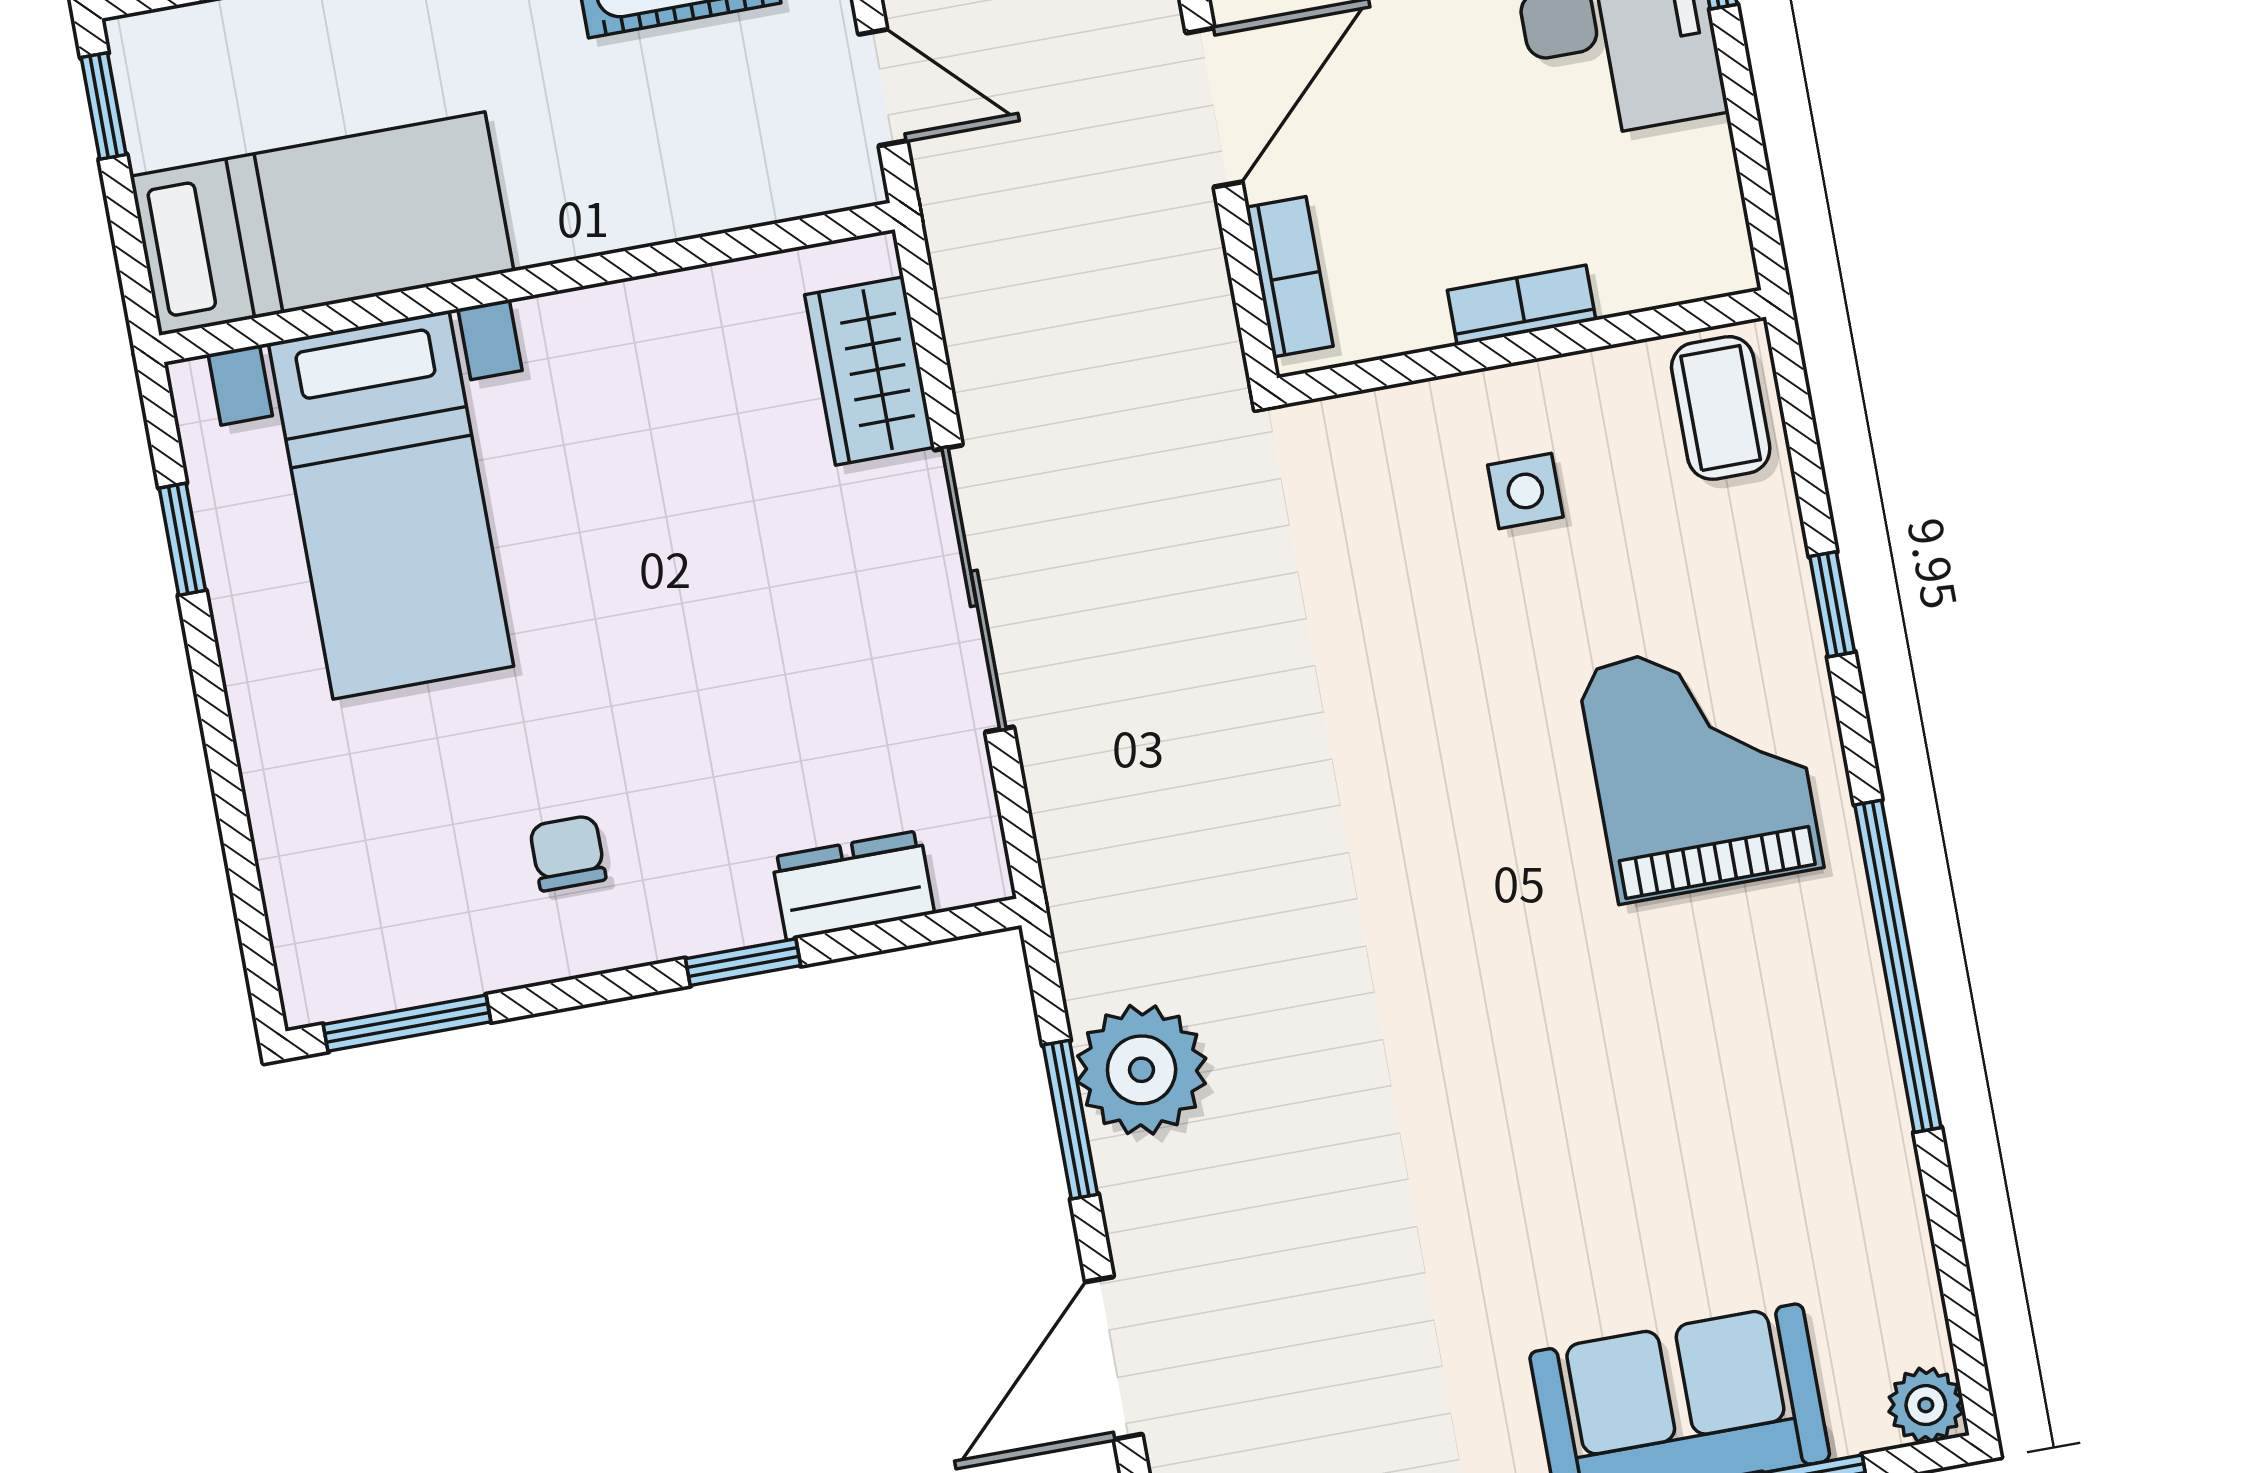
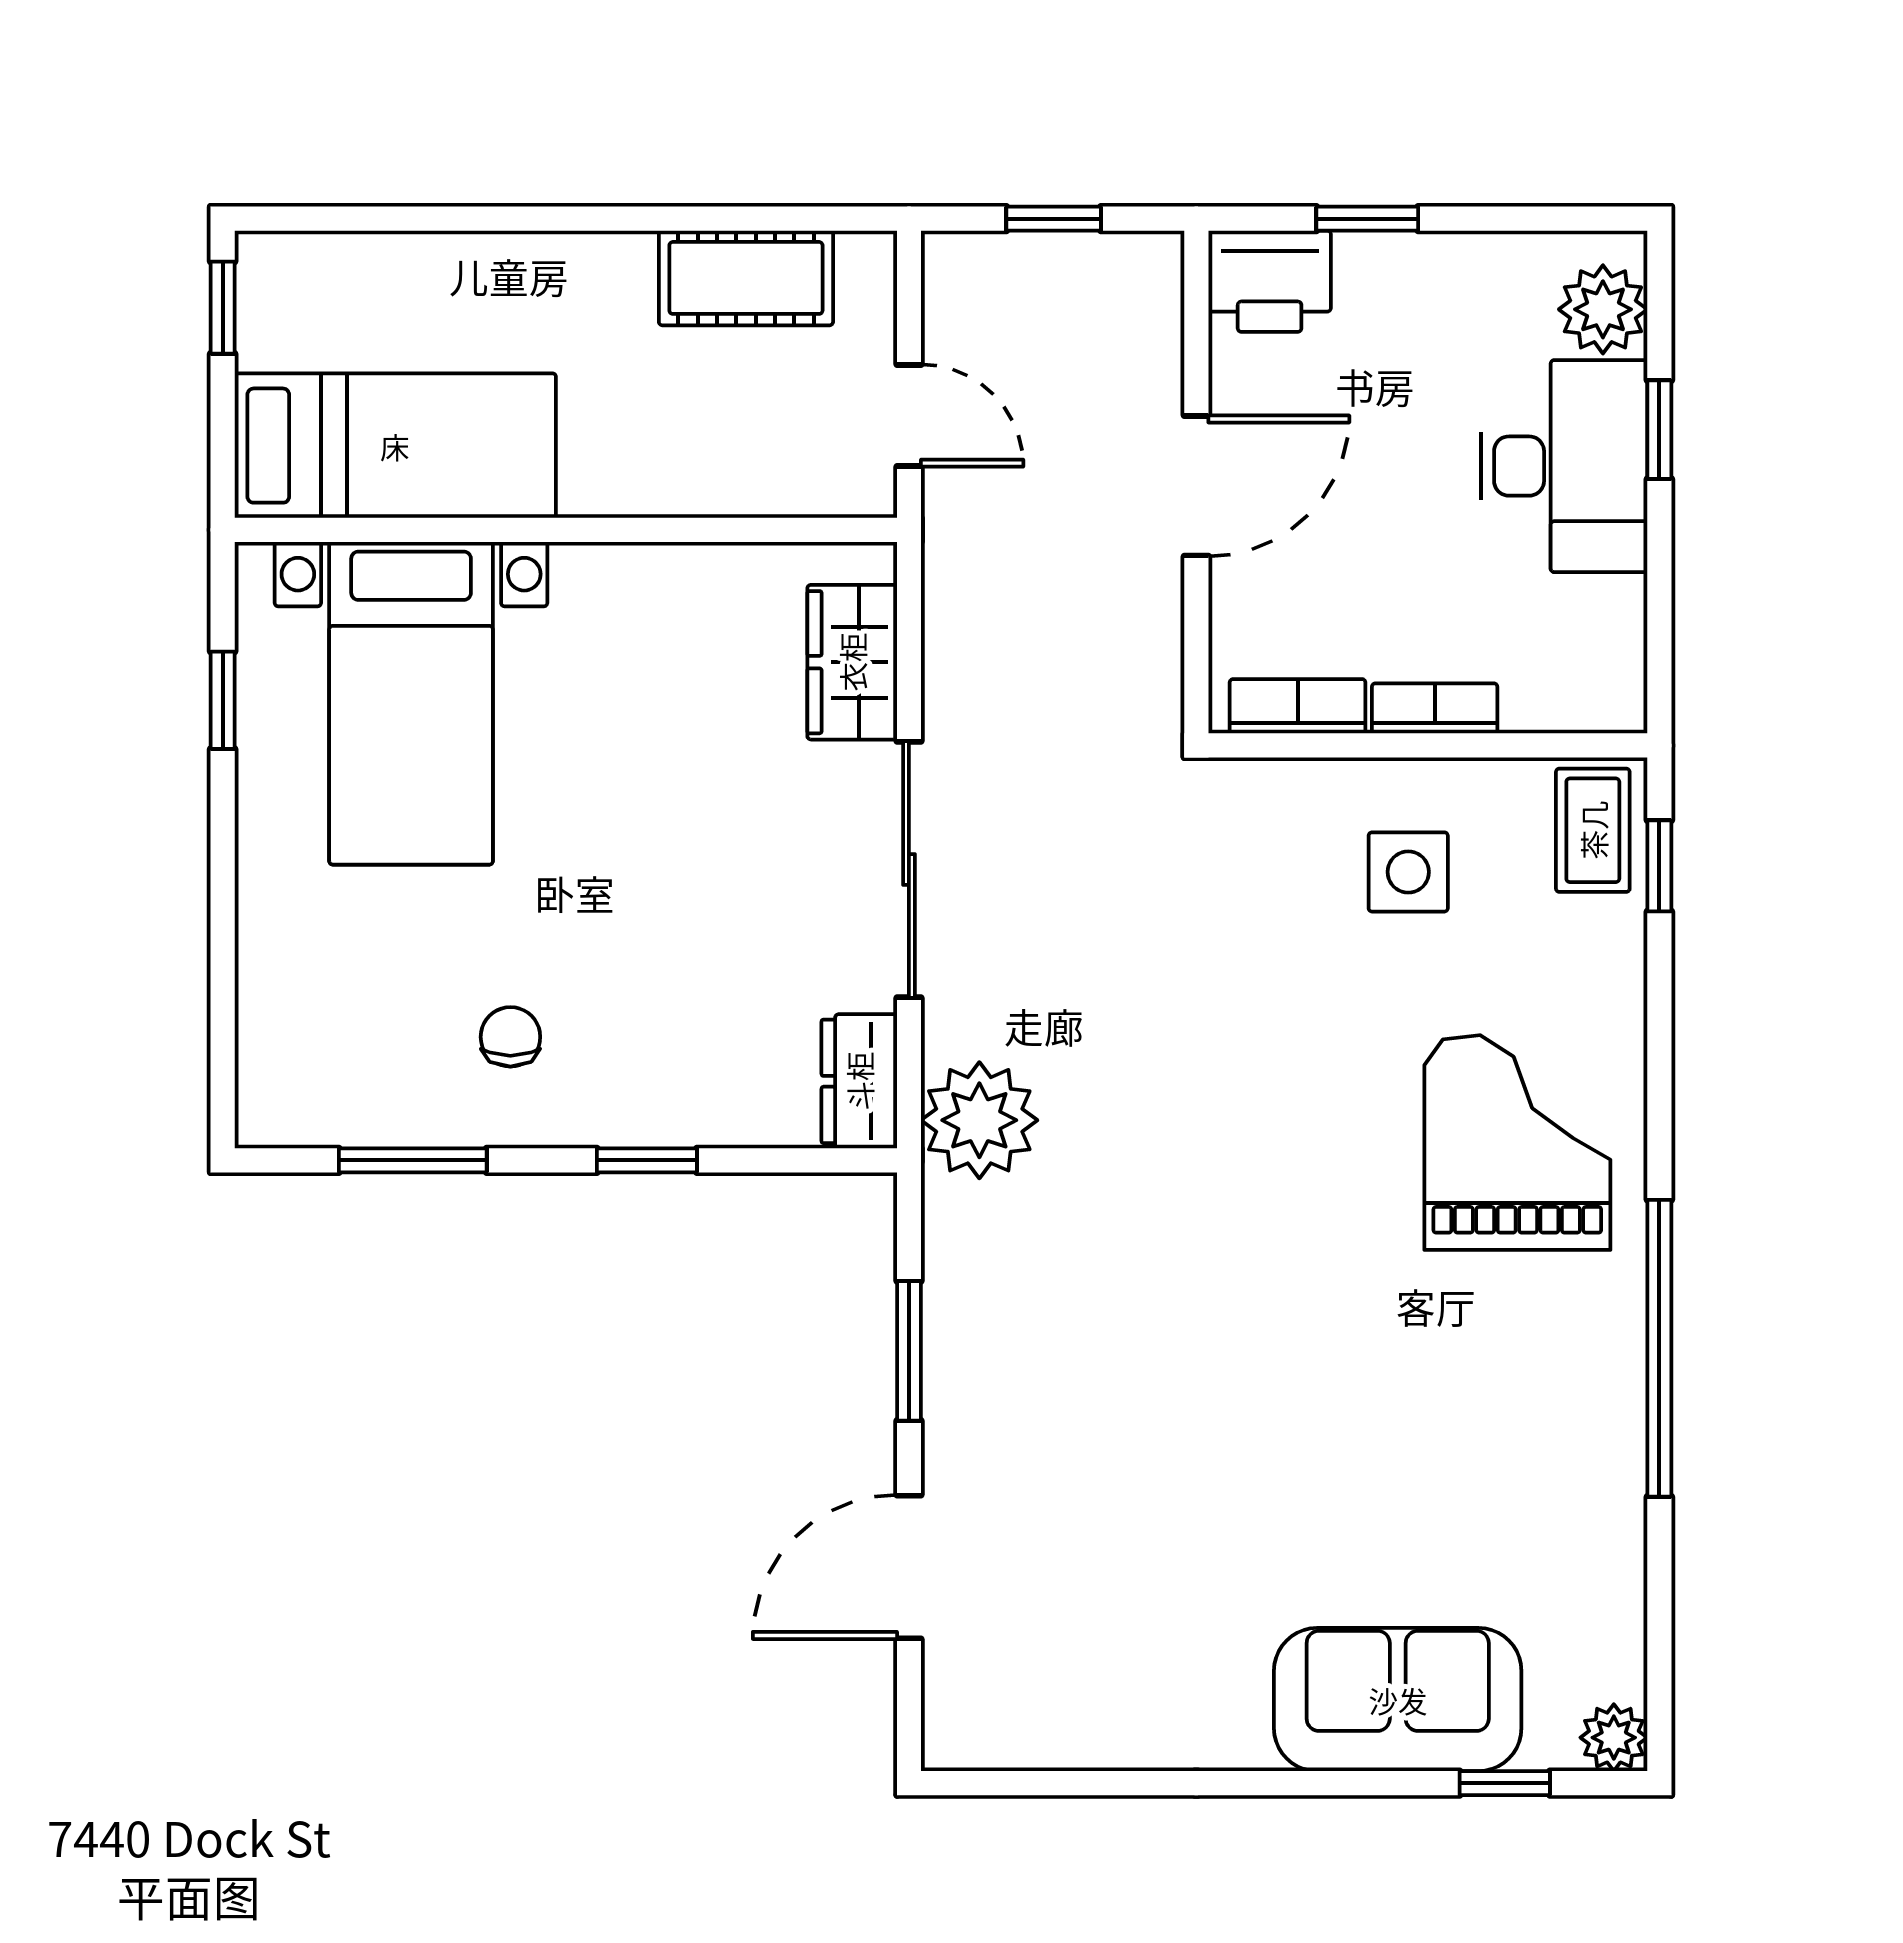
bookcase: (1289, 277) -> (1298, 706), moved, turned -90
side table: (1525, 491) -> (1408, 872), width x1.37, depth x1.37
window: (1832, 604) -> (1659, 866), moved
dresser: (853, 885) -> (859, 1081), moved, turned -90
window: (407, 1023) -> (413, 1160), moved
plant: (1142, 1070) -> (979, 1120), moved

